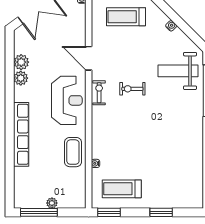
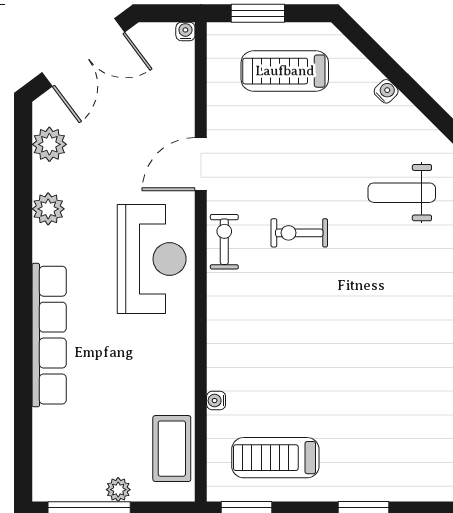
door: (89, 58) -> (201, 164), hinge flipped
plant: (21, 62) -> (49, 144), moved
weight bench: (178, 71) -> (402, 193), width x0.73, depth x0.75
coffee table: (73, 152) -> (172, 449), moved

